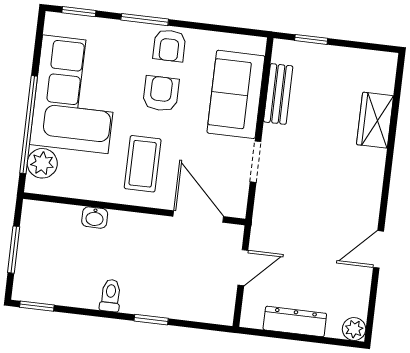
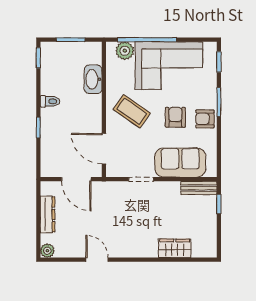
armchair: (161, 94) -> (175, 117), turned -90
bench: (278, 94) -> (199, 188), moved
coffee table: (143, 164) -> (132, 111), turned 35
door: (198, 216) -> (104, 149), swing flipped
washbasin: (95, 218) -> (93, 79), width x1.91, depth x1.45
door: (243, 268) -> (76, 179), width x1.38

